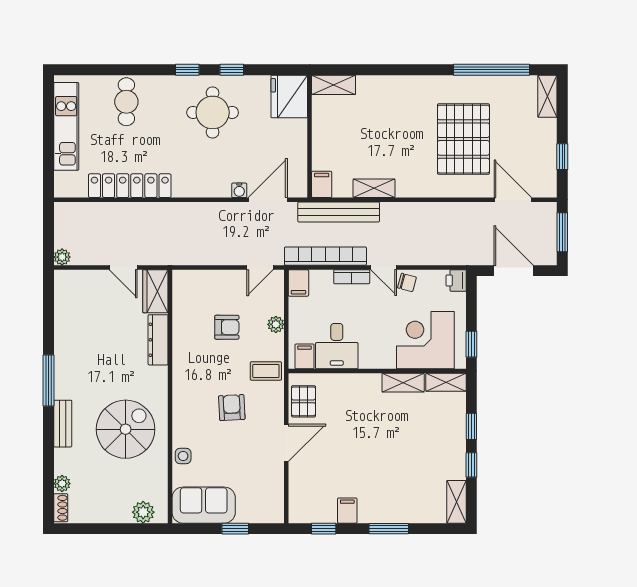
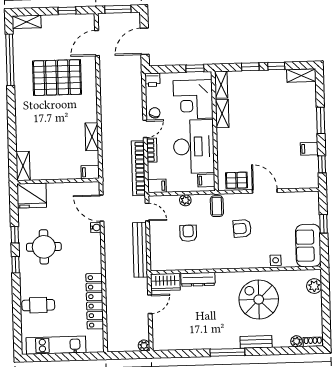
bench: (339, 212) -> (140, 250), moved
desk: (337, 346) -> (194, 147), width x1.87, depth x1.30

